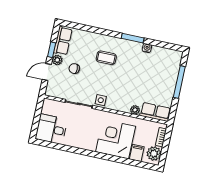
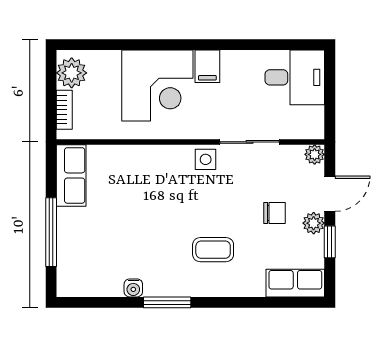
row of seats: (63, 41) -> (295, 283), moved, turned 90
plant: (135, 110) -> (315, 154), moved
row of seats: (155, 112) -> (71, 175), moved, turned -90
filing cabinet: (137, 153) -> (207, 66), moved

